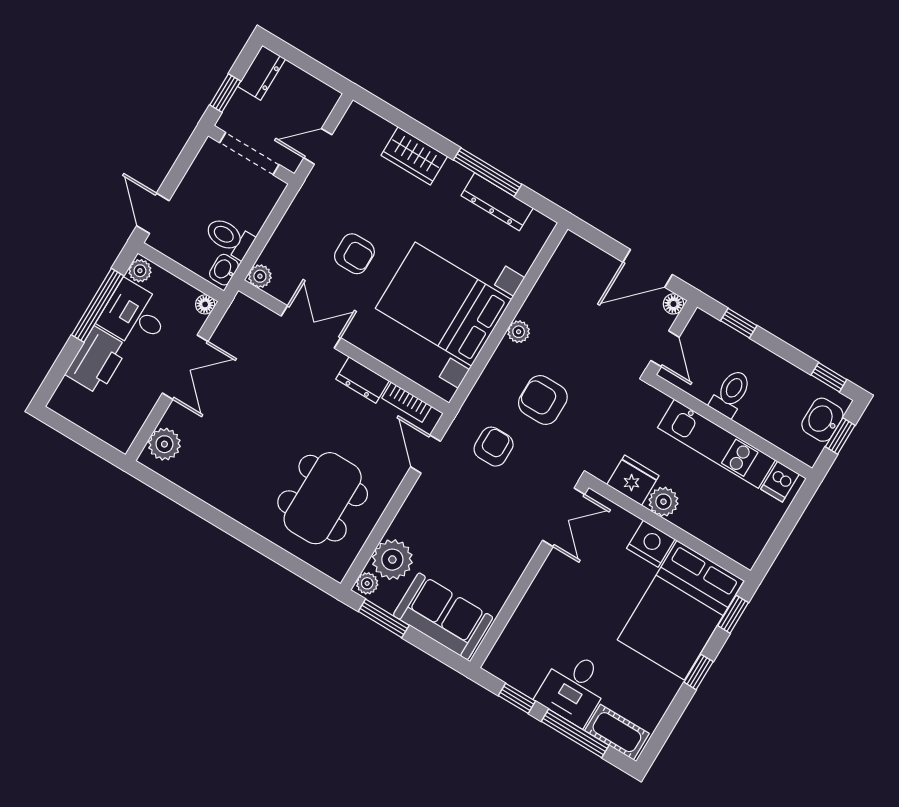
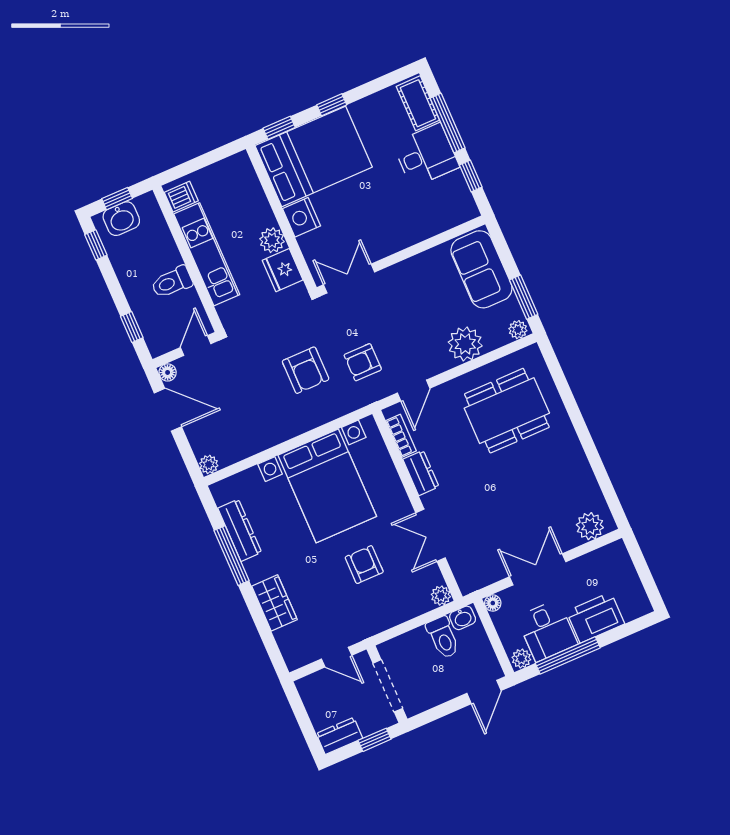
plant: (519, 332) -> (209, 464), moved
plant: (392, 560) -> (465, 344), moved

